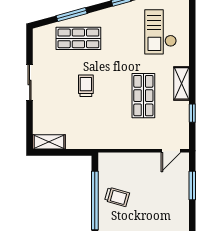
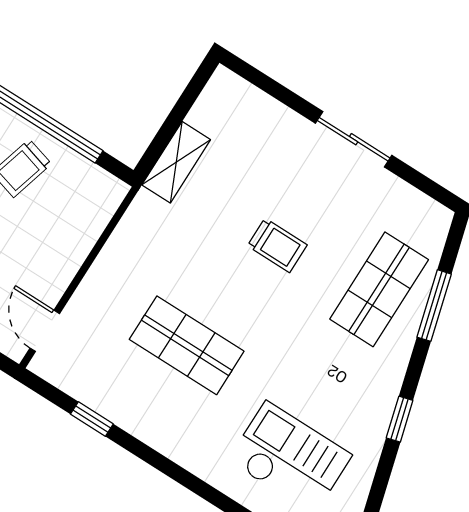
shelving: (181, 83) -> (163, 435), removed
shelving: (49, 142) -> (176, 162), moved

